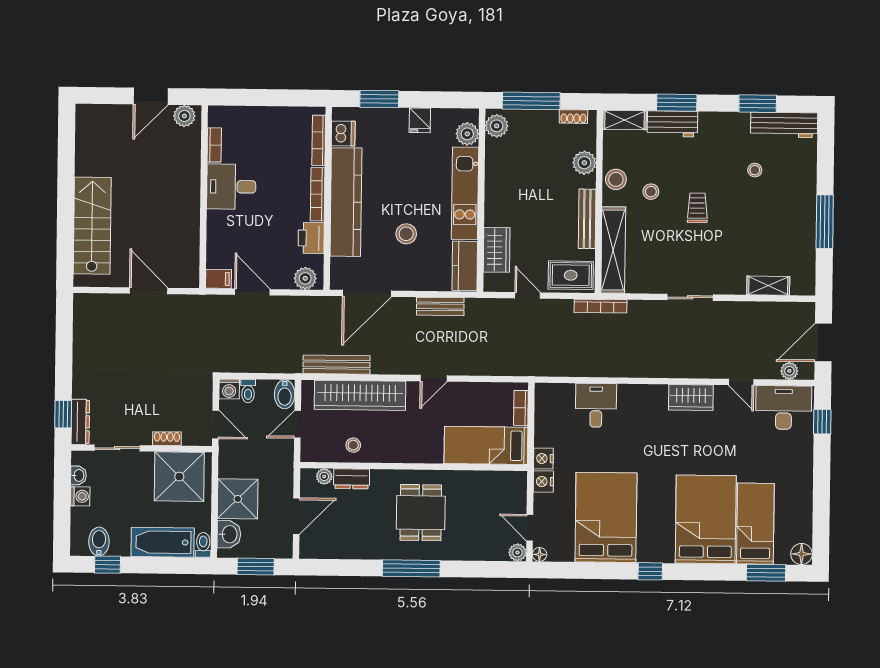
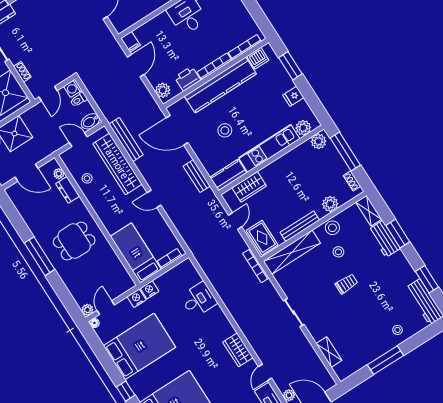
stool: (755, 170) -> (397, 330), moved

